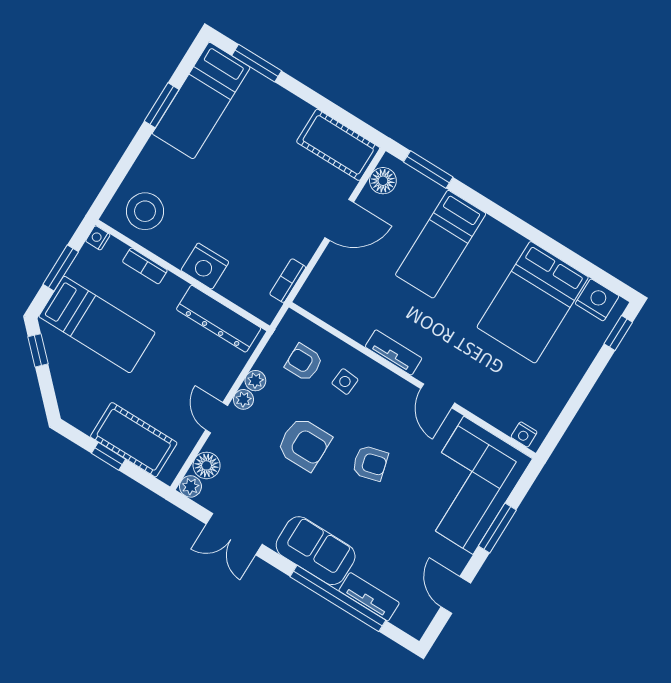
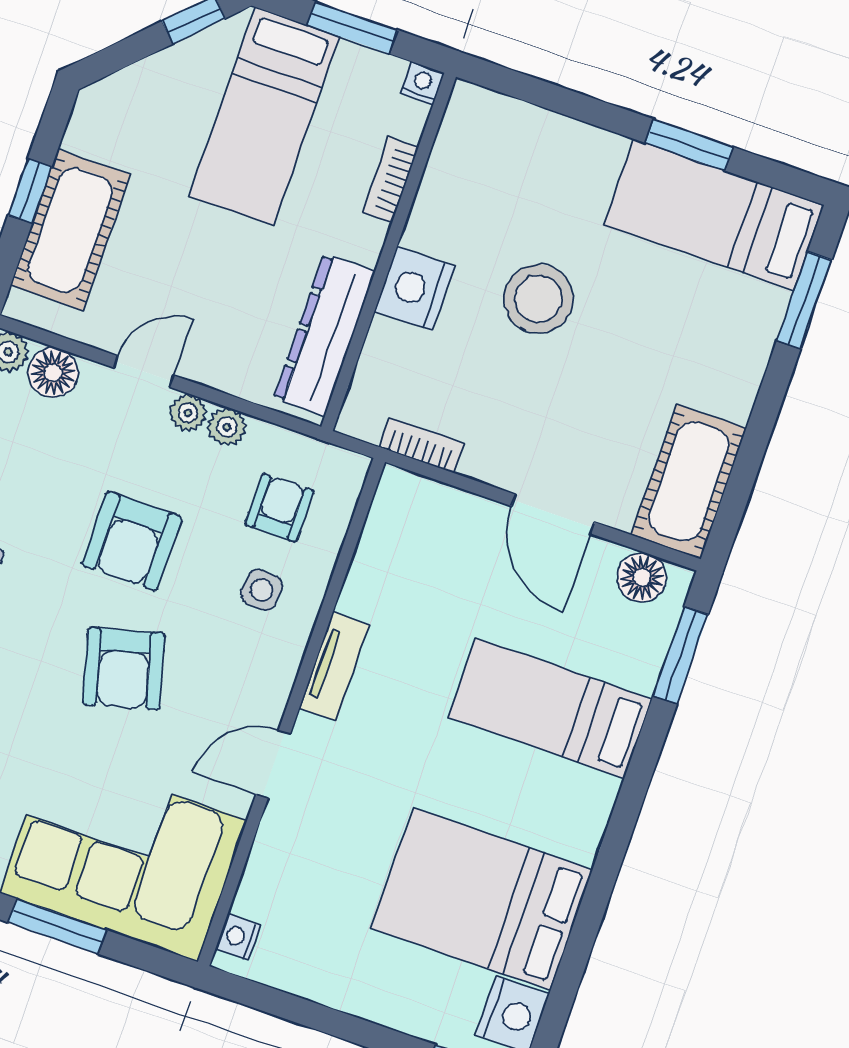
stool: (145, 211) -> (539, 299), moved
armchair: (370, 463) -> (124, 669), width x1.38, depth x1.38

